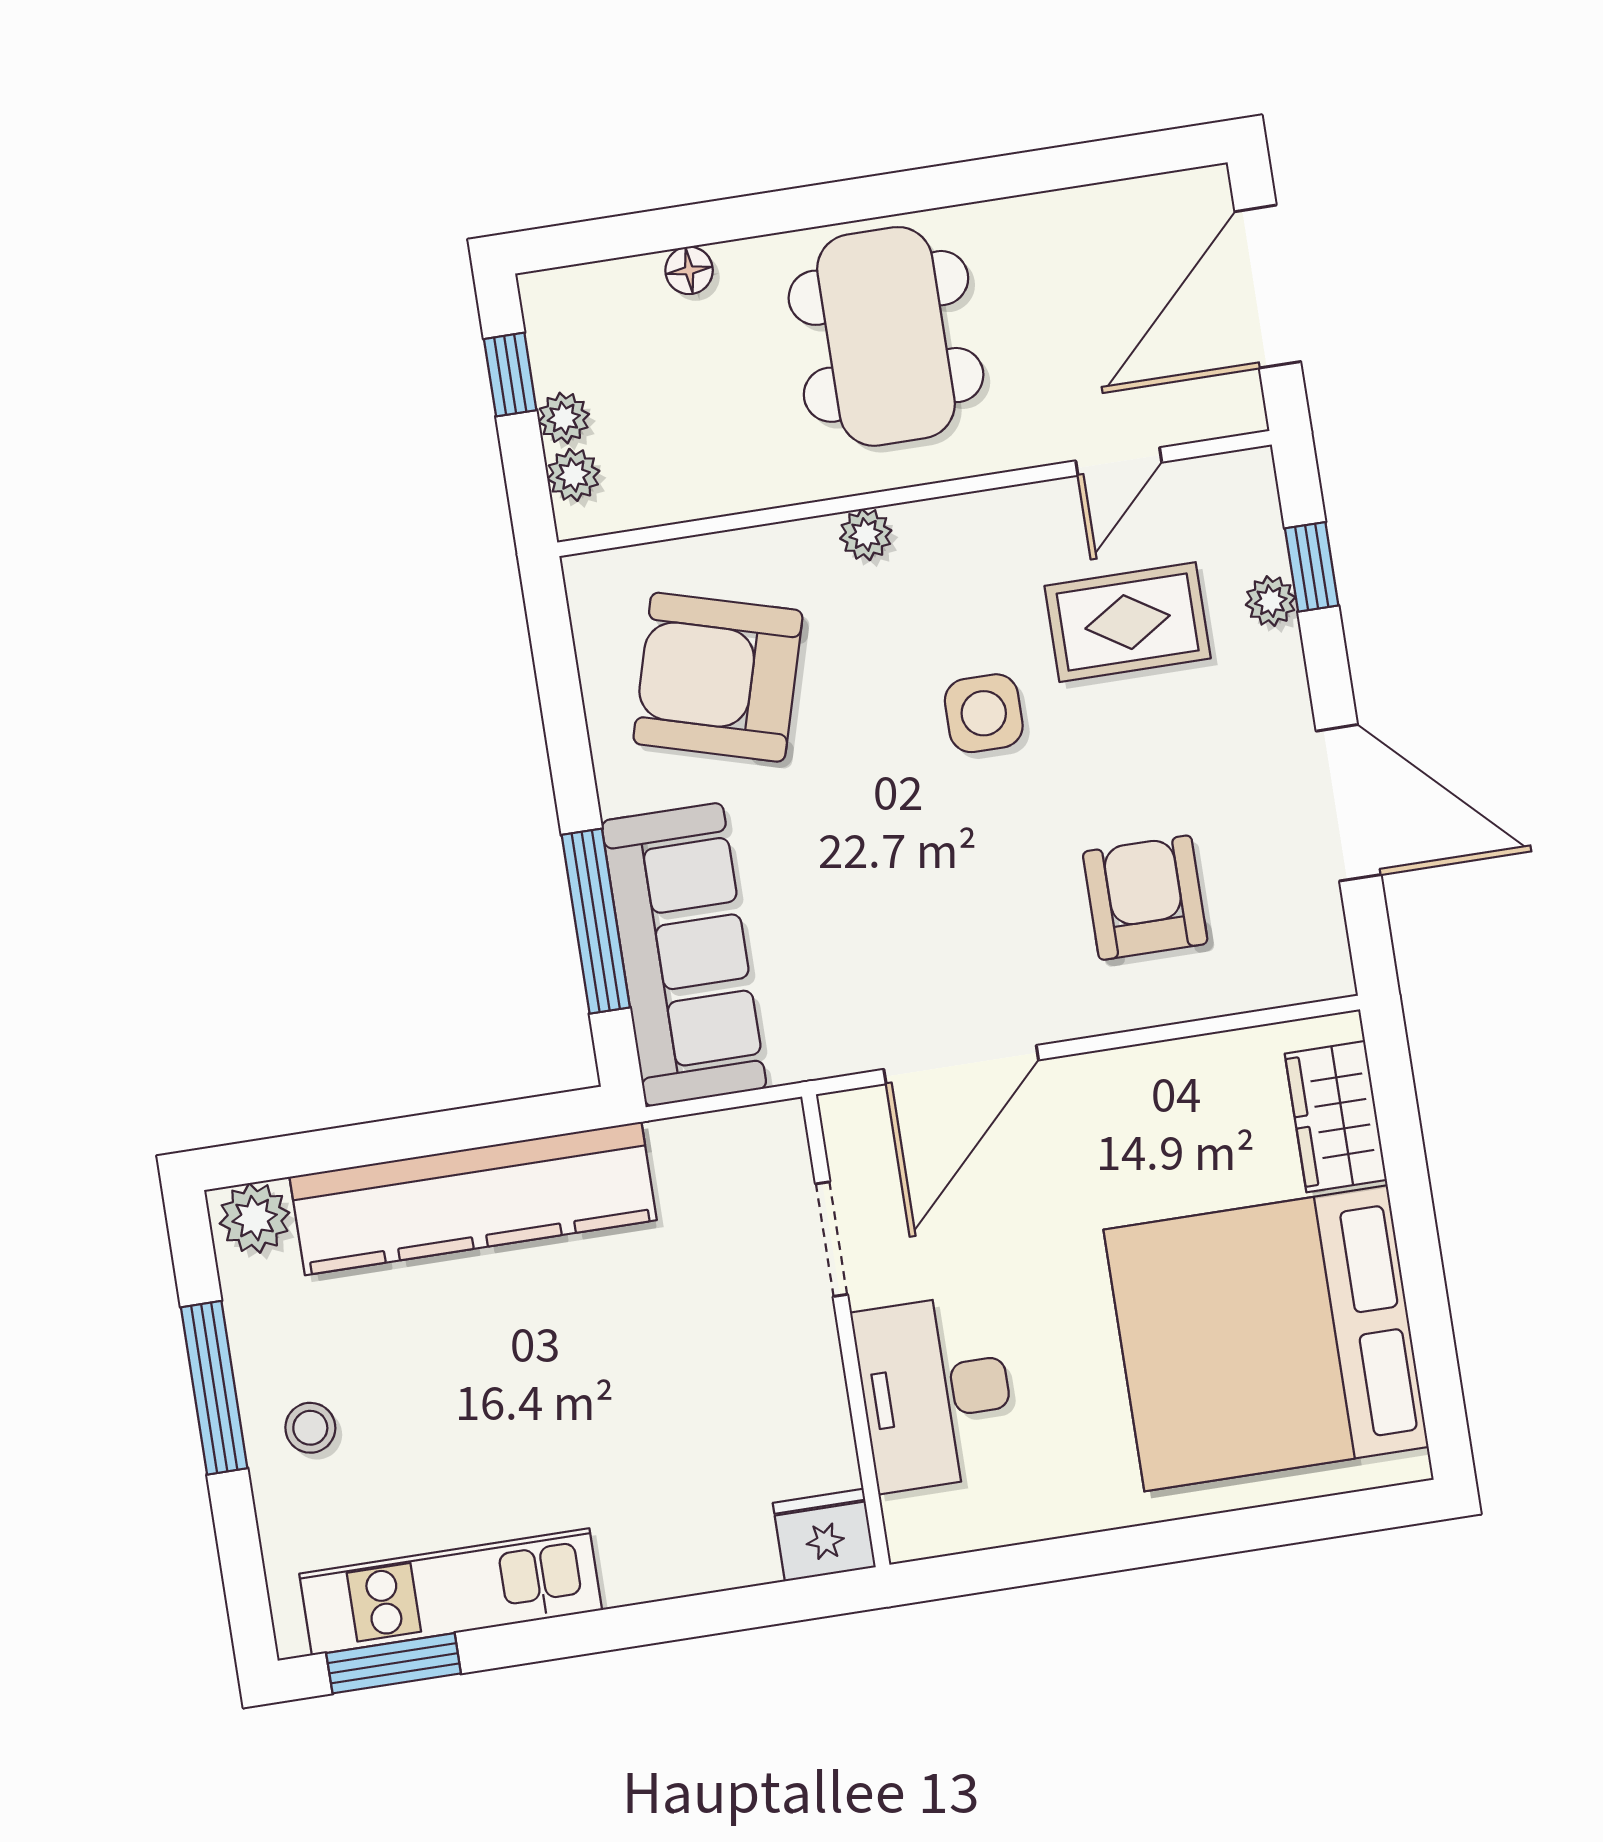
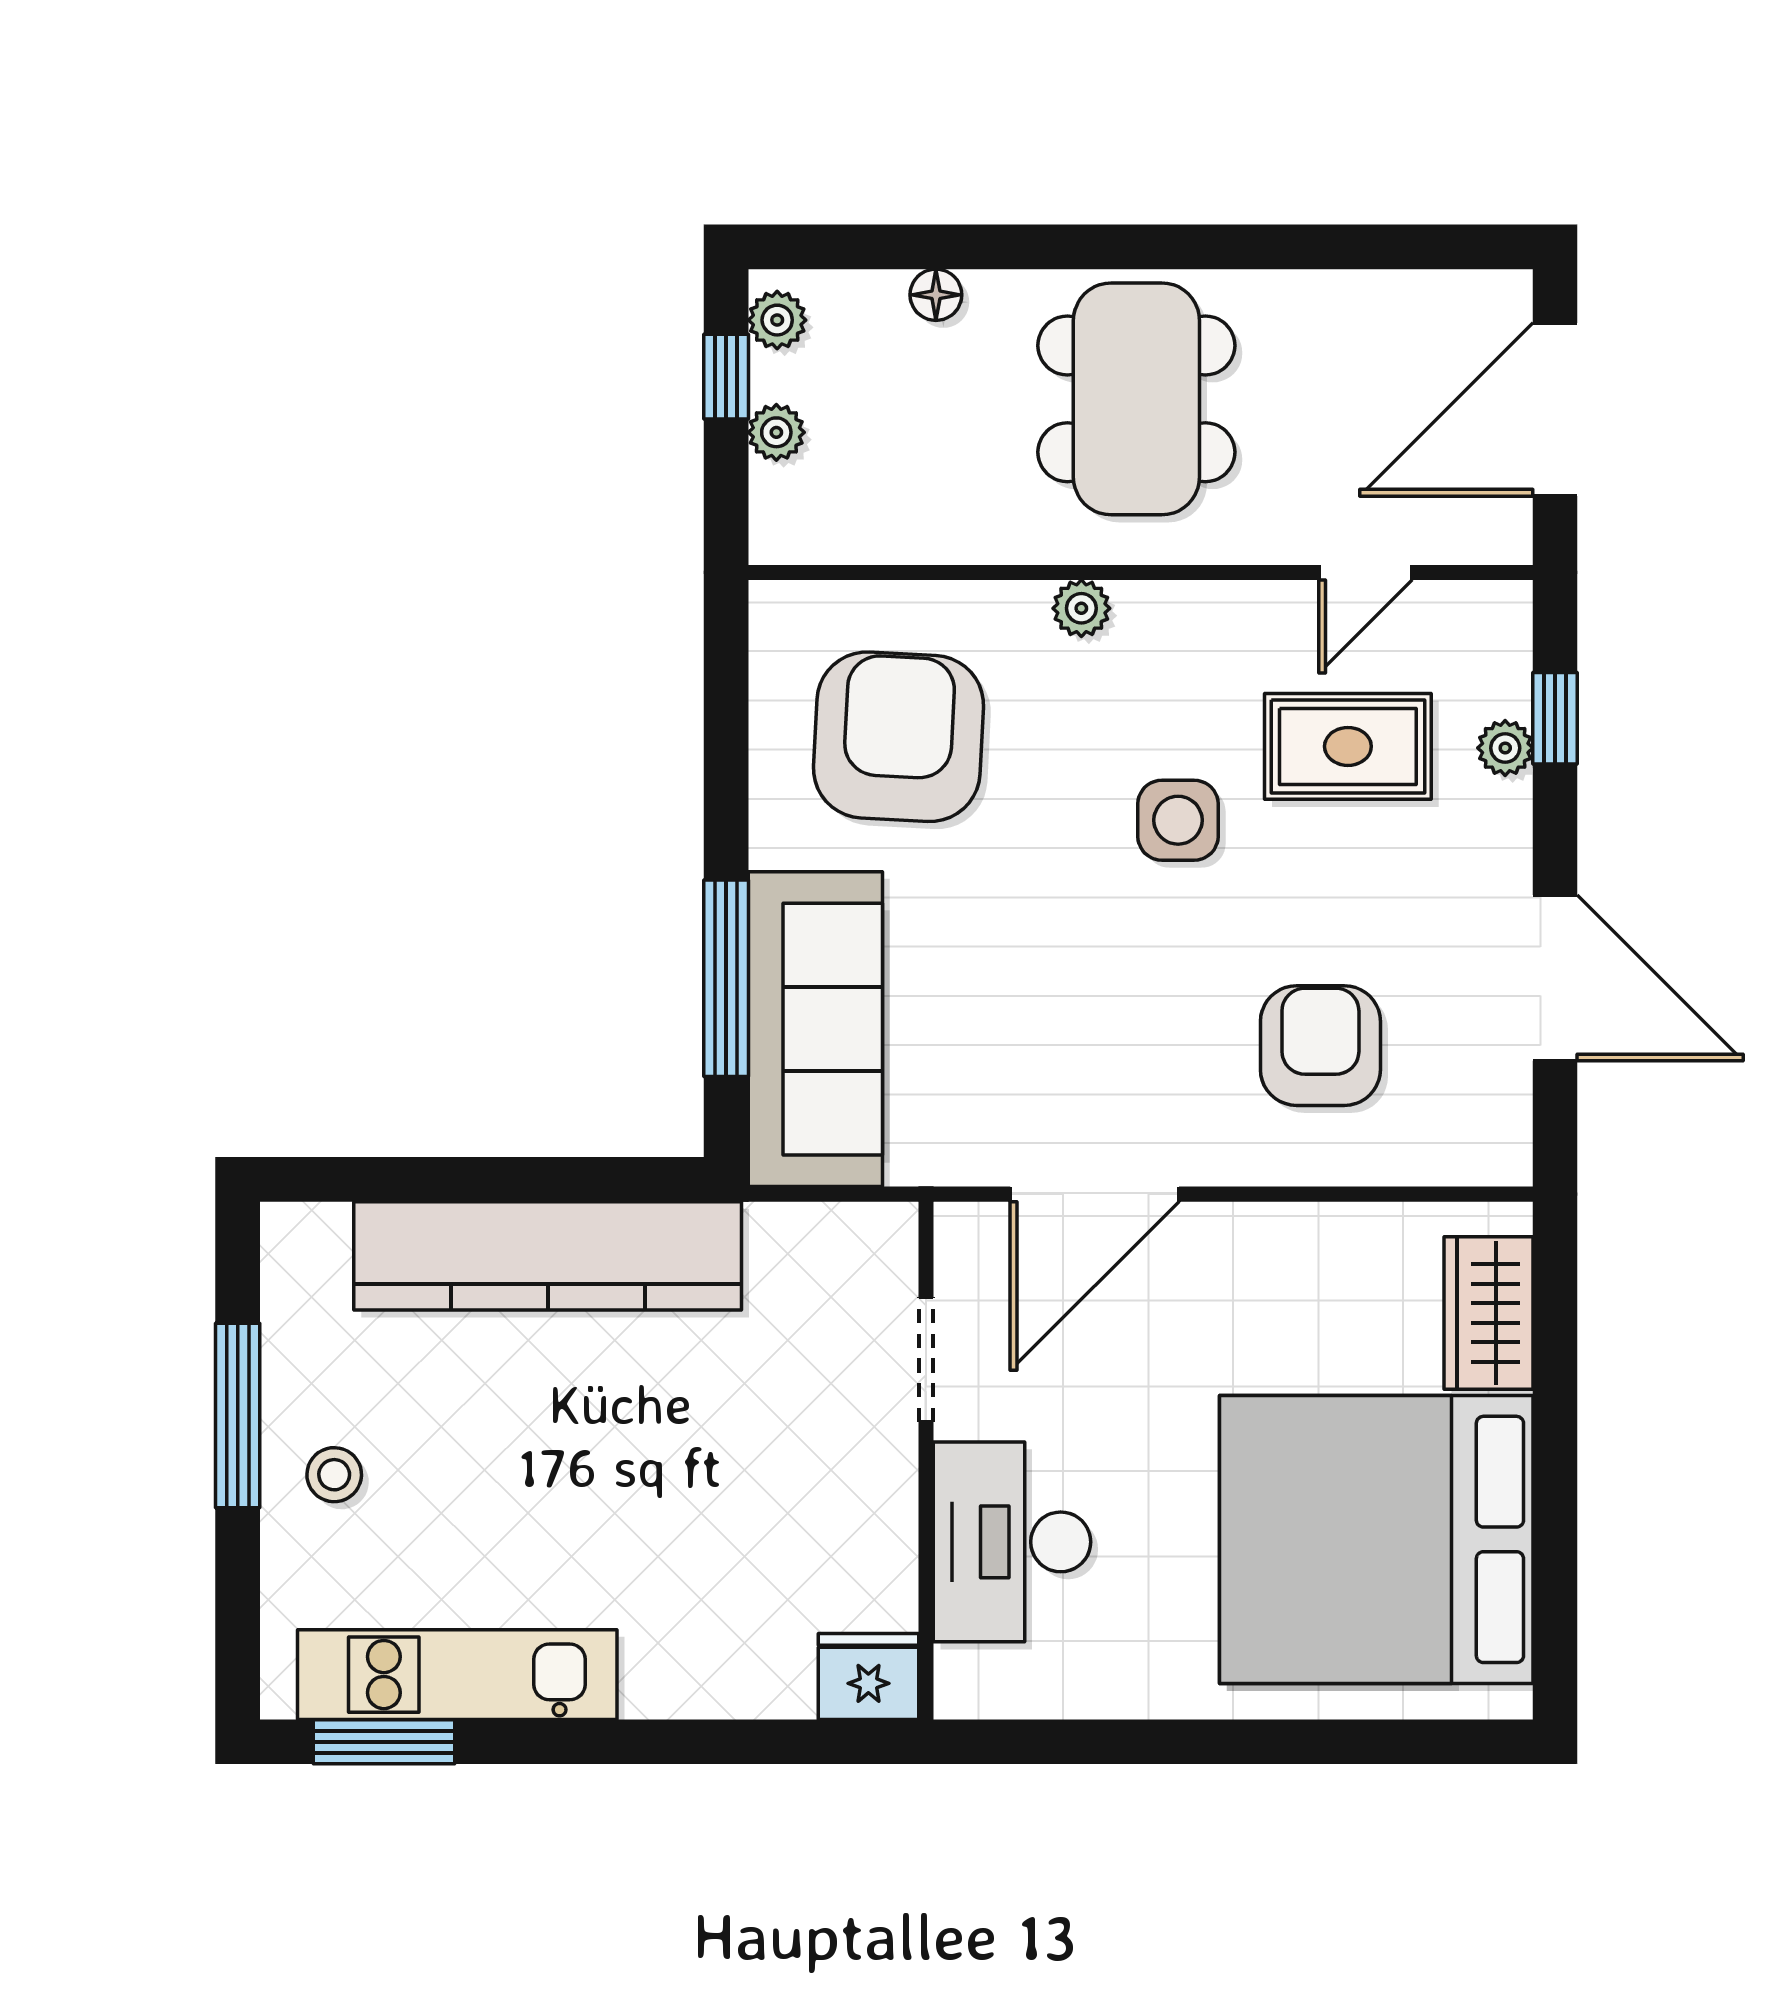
plant: (573, 475) -> (777, 320), moved
armchair: (718, 677) -> (898, 737), turned 77
plant: (255, 1218) -> (310, 1240), removed

